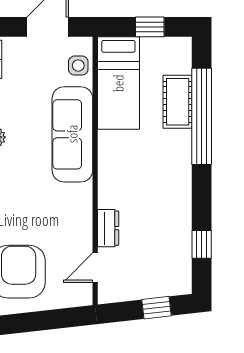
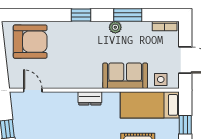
sofa: (72, 134) -> (125, 76), width x0.73
dresser: (108, 228) -> (90, 98), moved

